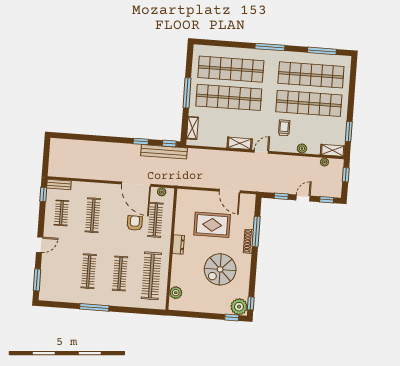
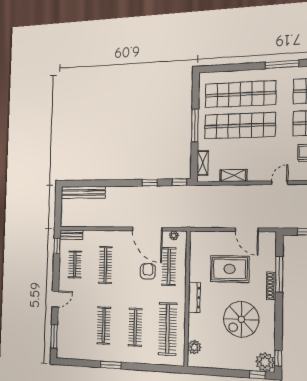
shelving: (240, 143) -> (233, 176), moved
bench: (164, 152) -> (83, 192), moved
dresser: (178, 245) -> (194, 297), width x1.44
window: (94, 307) -> (111, 365), width x0.69

